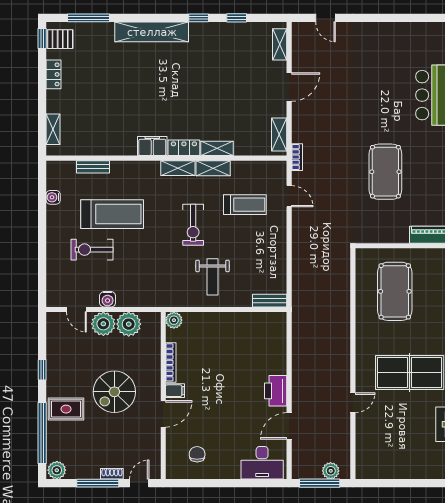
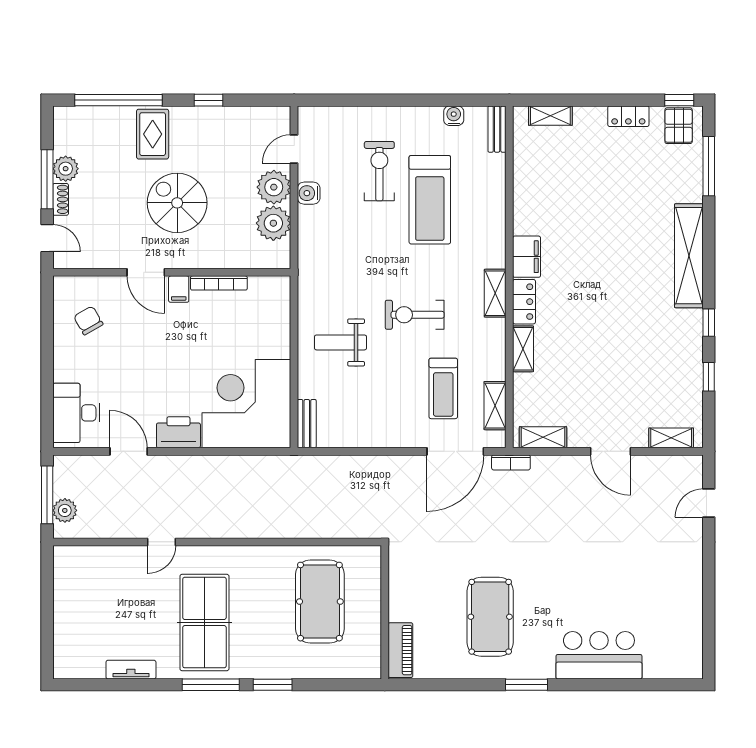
bench: (93, 167) -> (497, 129), moved
shelving: (213, 168) -> (495, 406), moved
pool table: (385, 172) -> (490, 617), moved, turned 90
door: (289, 196) -> (455, 451), width x1.88
pool table: (395, 291) -> (320, 602), turned 90
plant: (174, 320) -> (279, 287), removed
corner desk: (256, 343) -> (246, 404), added
door: (353, 403) -> (162, 542), hinge flipped
chair: (197, 454) -> (88, 320), turned -120
plant: (57, 470) -> (66, 169), moved

